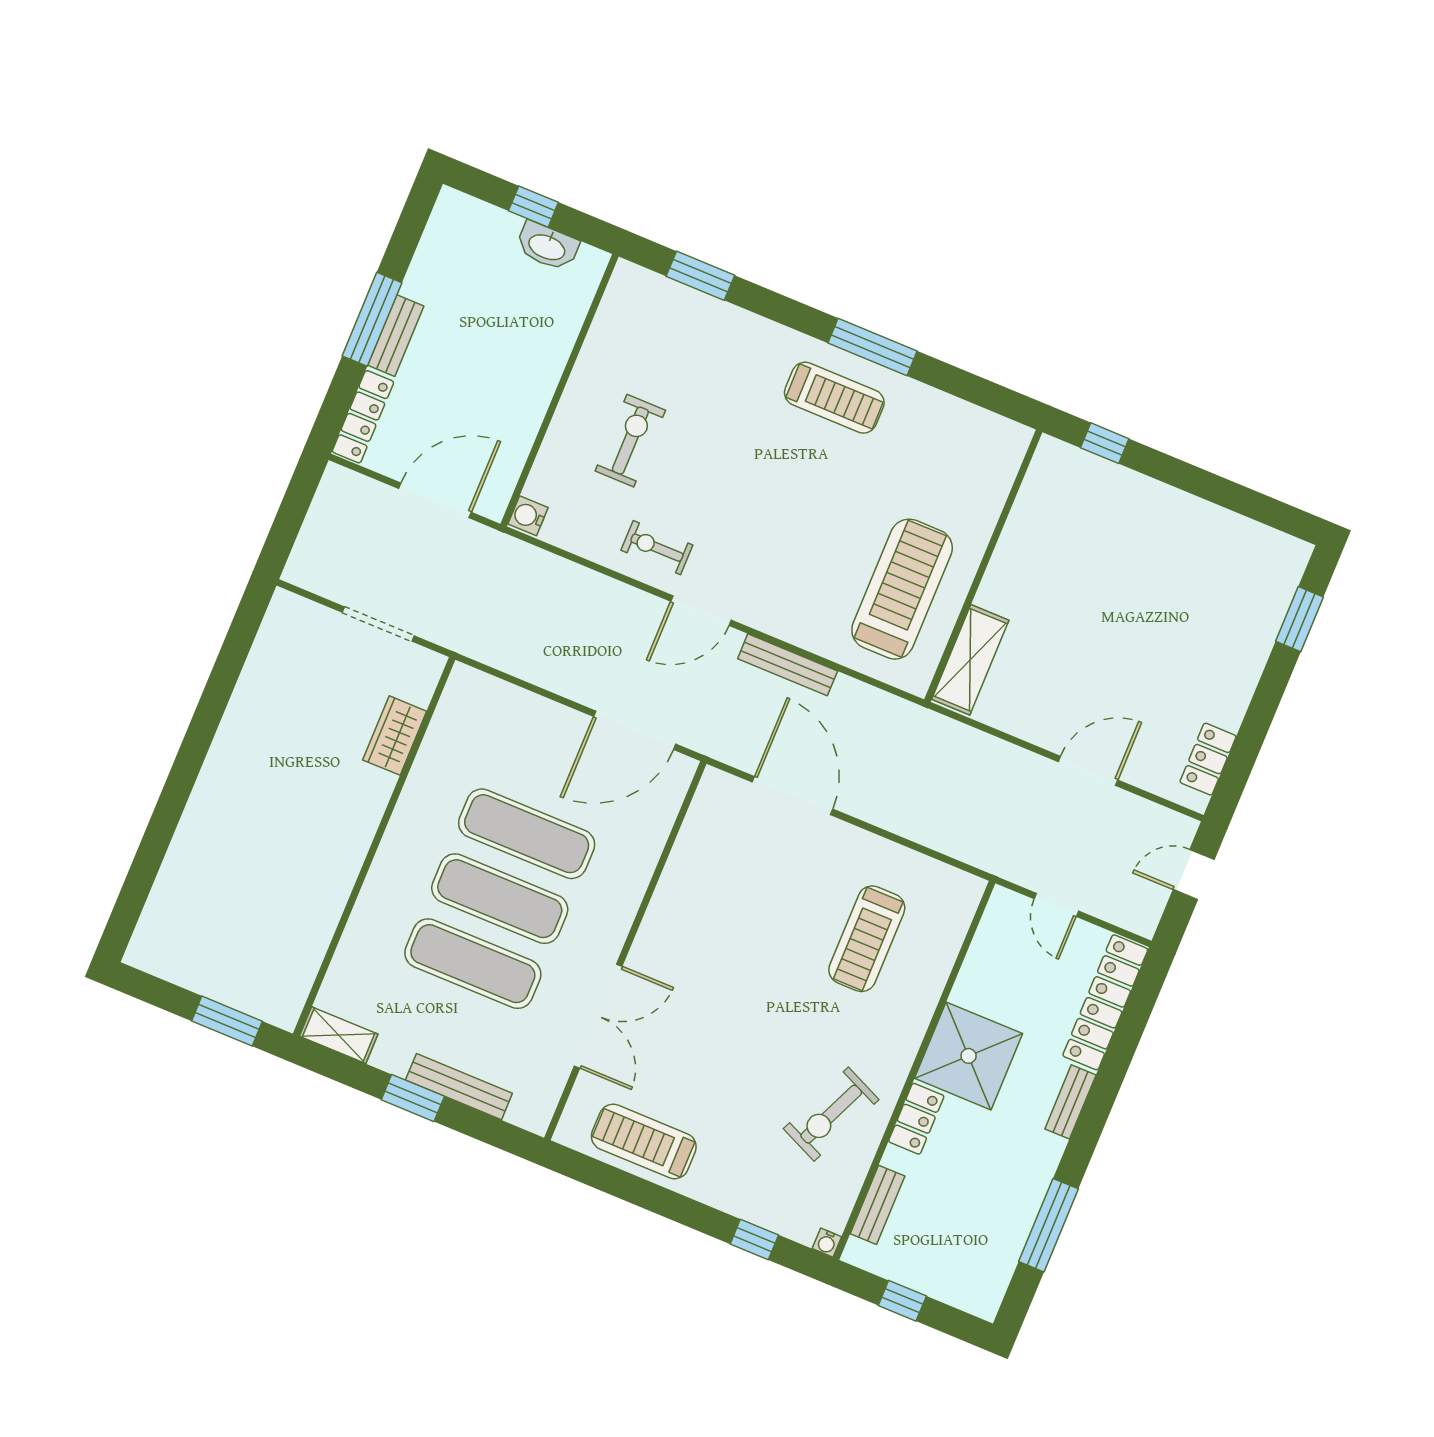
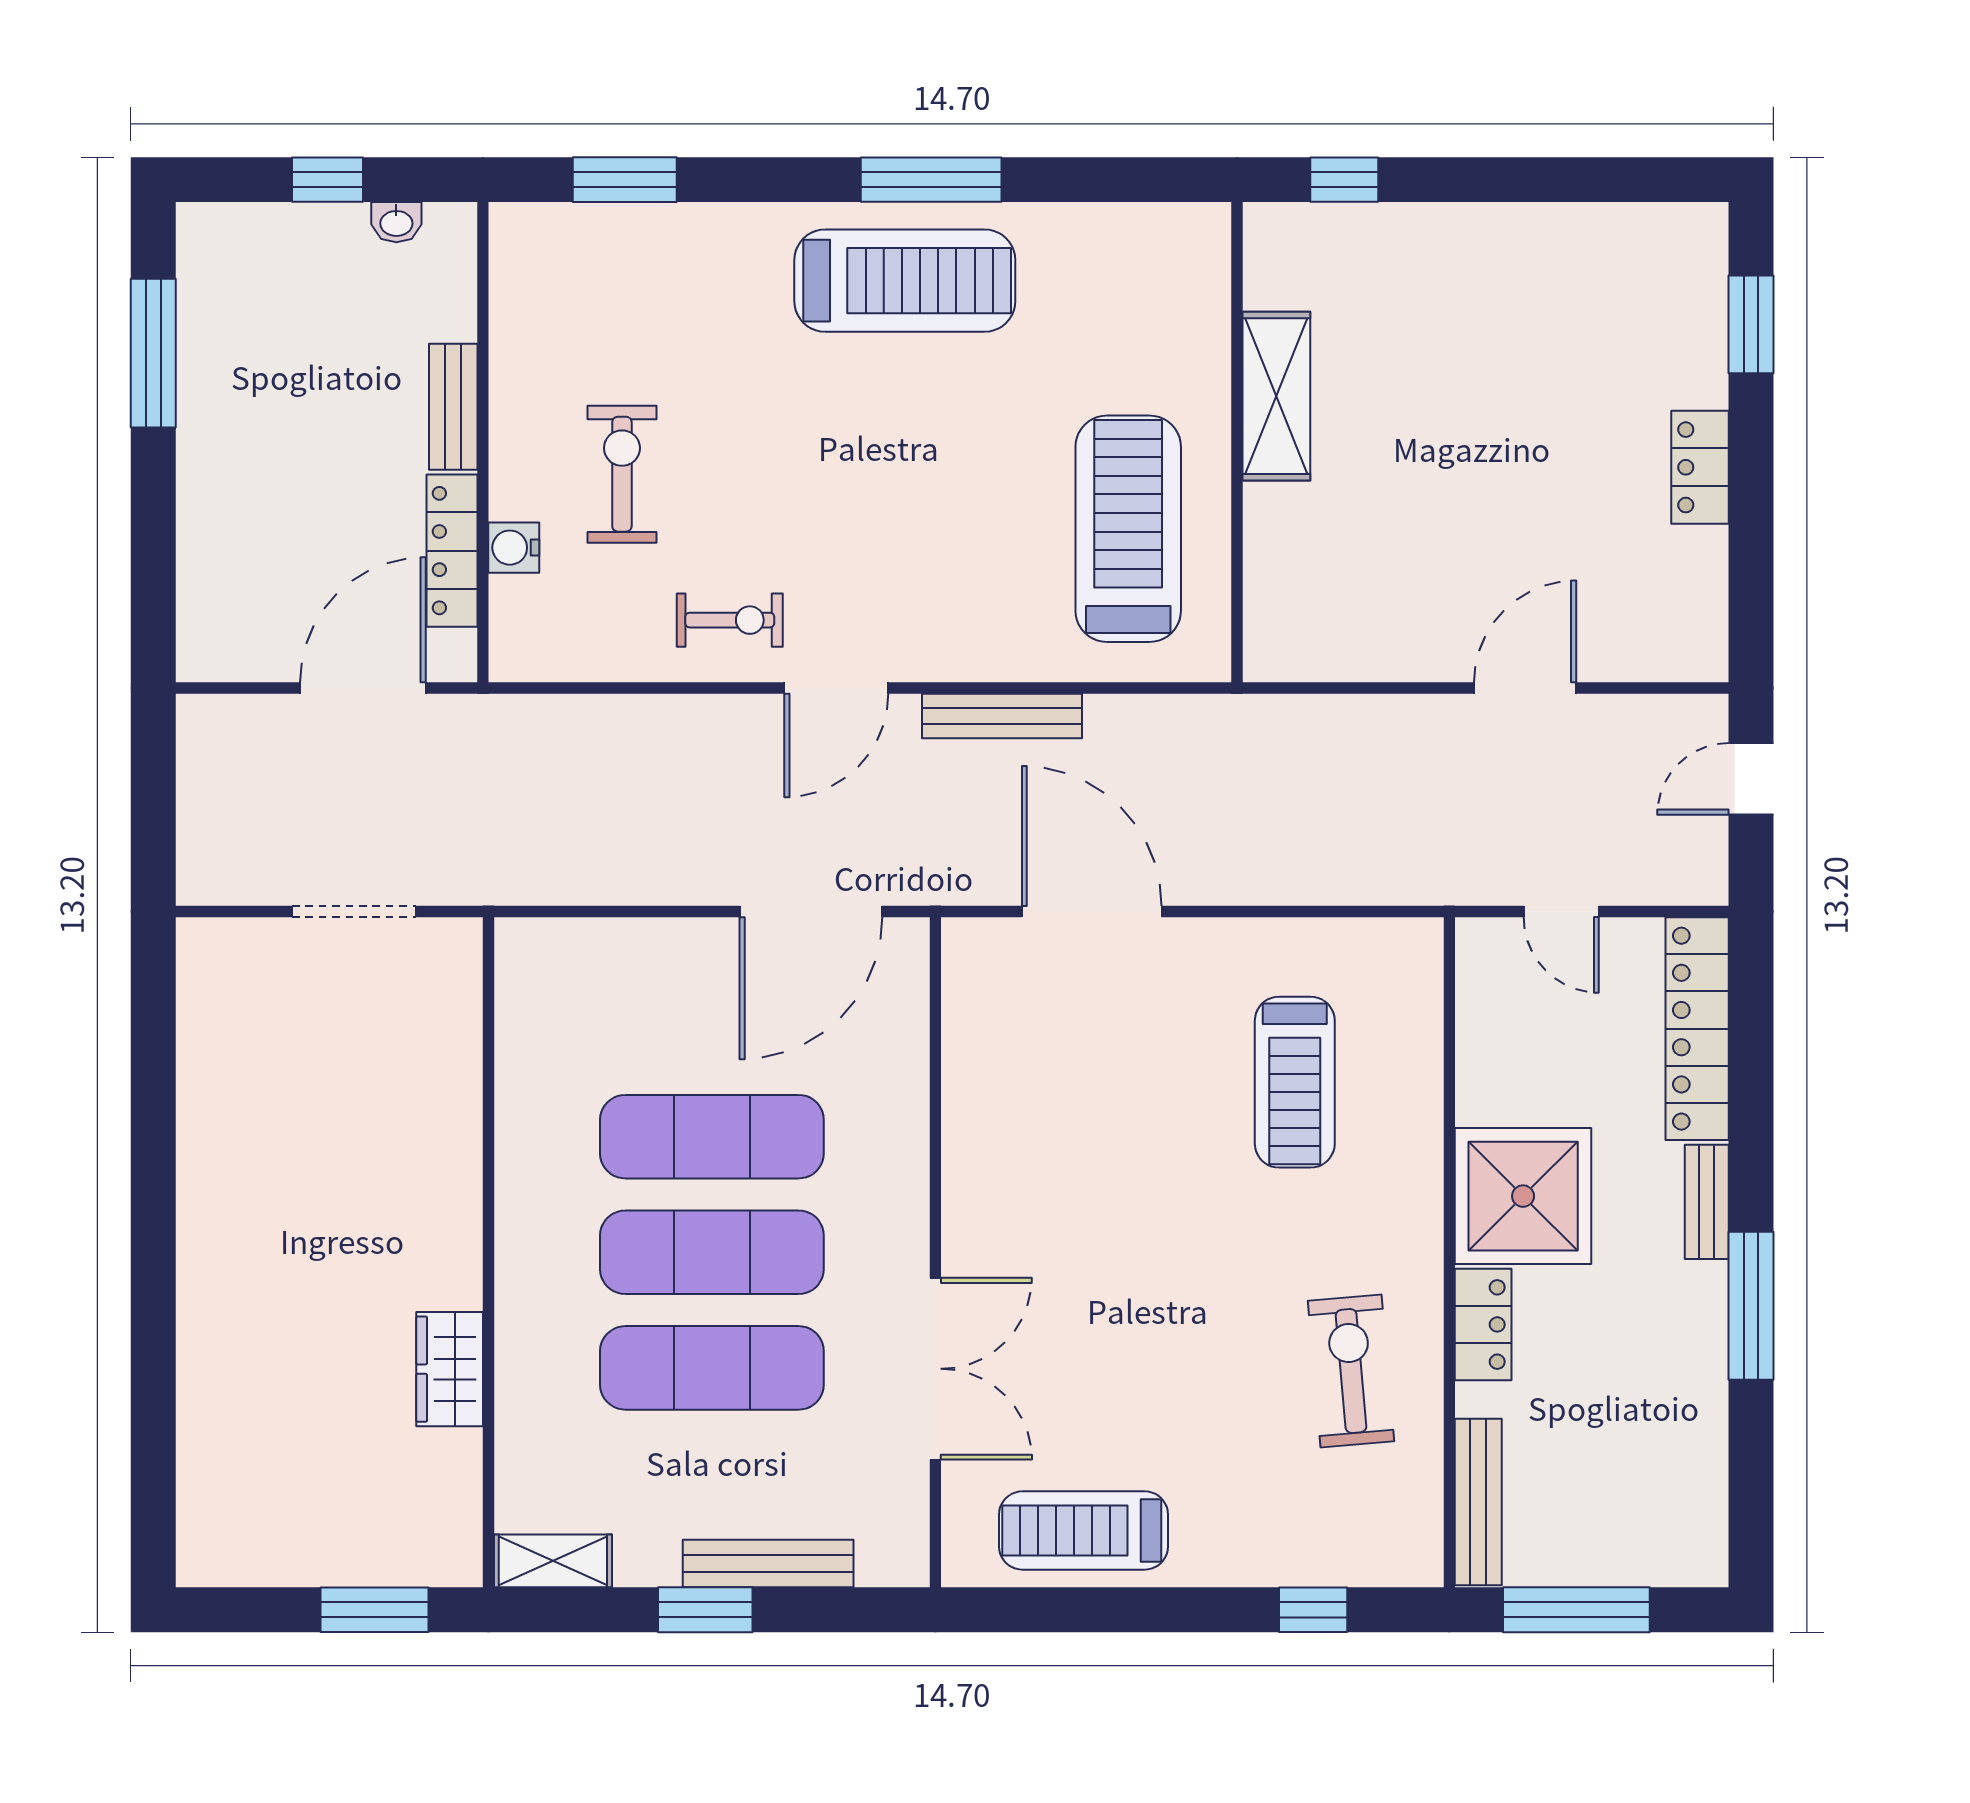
washbasin: (547, 246) -> (396, 222), width x0.52, depth x0.69
window: (372, 319) -> (153, 353), moved
bench: (396, 336) -> (453, 407), moved
treadmill: (834, 398) -> (905, 281), width x1.37, depth x1.38
locker: (363, 417) -> (452, 551), moved, turned 180
water cooler: (528, 516) -> (514, 548), moved
exercise bike: (657, 548) -> (730, 620), turned 180
shelving: (970, 660) -> (1276, 396), moved
wardrobe: (395, 736) -> (450, 1369), moved
locker: (1208, 759) -> (1700, 467), moved
exercise bike: (831, 1114) -> (1351, 1371), turned 151
bench: (877, 1205) -> (1478, 1502), width x1.36
window: (1049, 1225) -> (1751, 1306), moved
water cooler: (827, 1243) -> (1425, 1569), removed
window: (902, 1301) -> (1576, 1610), width x2.17

